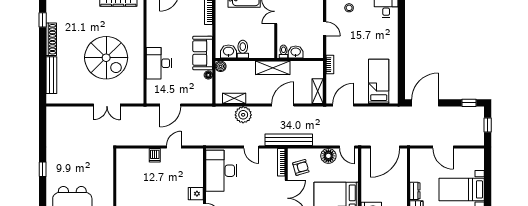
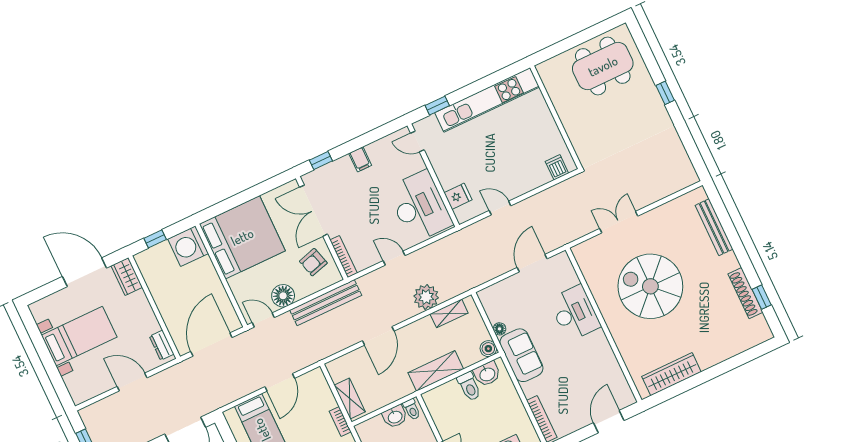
shoe rack: (51, 39) -> (745, 293), moved
shelving: (273, 68) -> (436, 371), moved
shelving: (318, 91) -> (350, 399), moved
door: (343, 105) -> (280, 382), moved
bench: (289, 140) -> (326, 303), moved
door: (174, 147) -> (500, 208), swing flipped
dishwasher: (155, 155) -> (557, 167), moved
dresser: (415, 191) -> (162, 345), moved
fridge: (196, 194) -> (458, 196), moved

